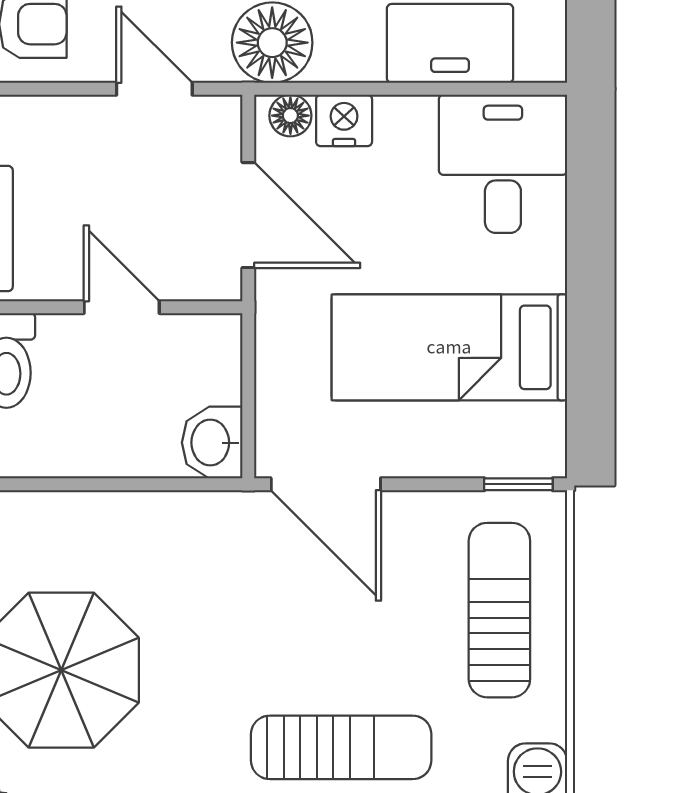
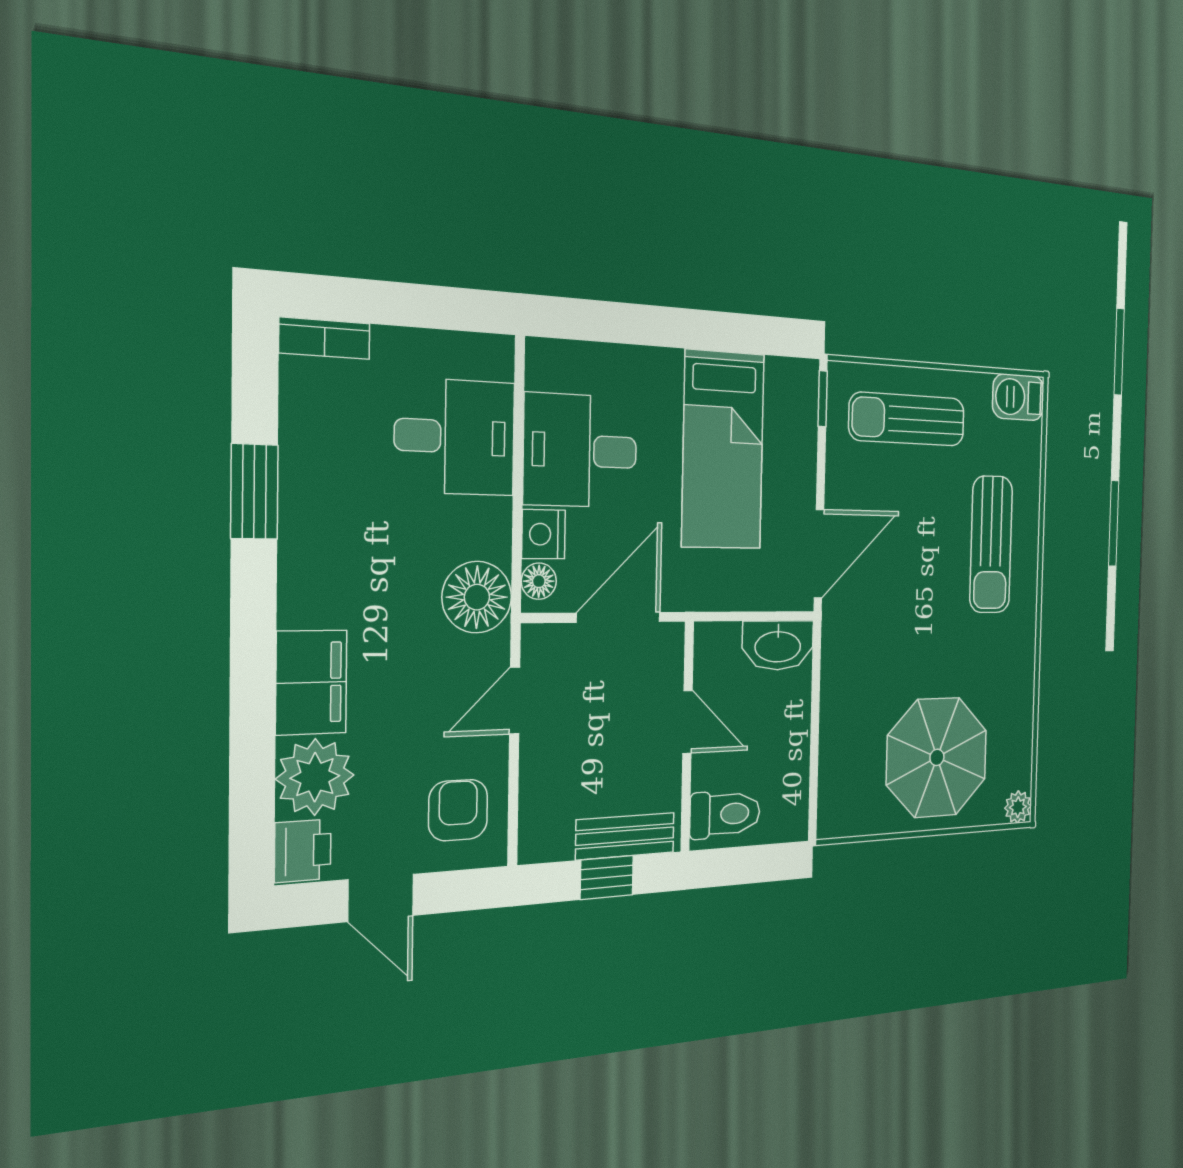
desk: (503, 164) -> (580, 451), moved
door: (122, 307) -> (688, 722), swing flipped
washbasin: (212, 443) -> (778, 645), width x1.38
sun lounger: (341, 747) -> (991, 544), turned 180

